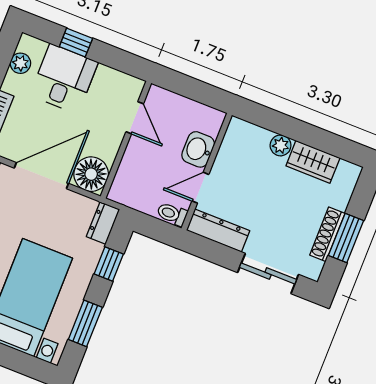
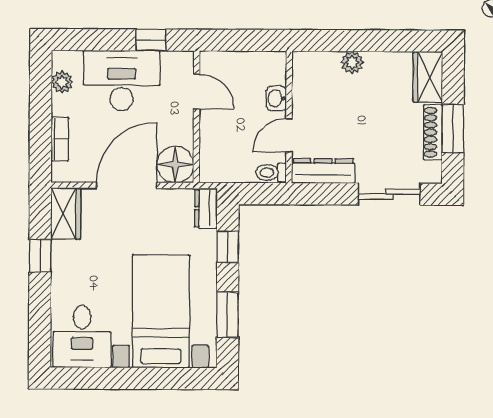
window: (76, 43) -> (151, 40), moved
desk: (64, 79) -> (122, 80), width x1.37
washbasin: (198, 149) -> (276, 98), width x0.72, depth x0.69
wardrobe: (313, 162) -> (428, 77), moved, turned 90

